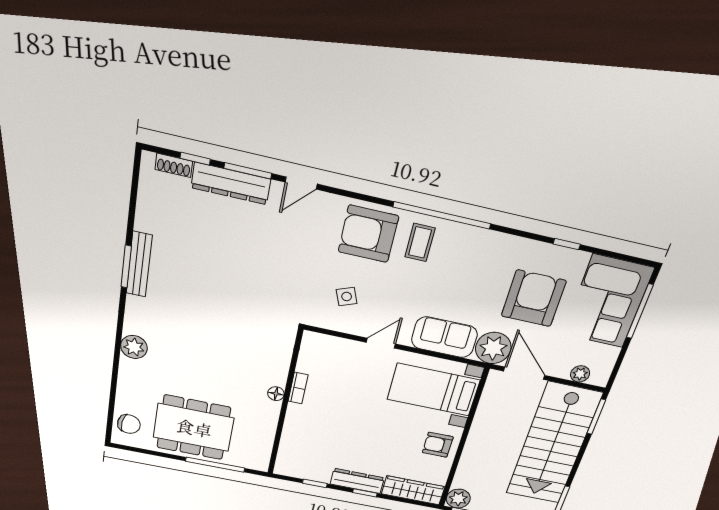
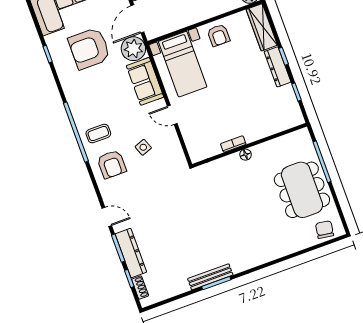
armchair: (368, 234) -> (112, 164), width x0.73, depth x0.73
side table: (347, 296) -> (143, 147), moved
plant: (134, 347) -> (267, 253), removed

